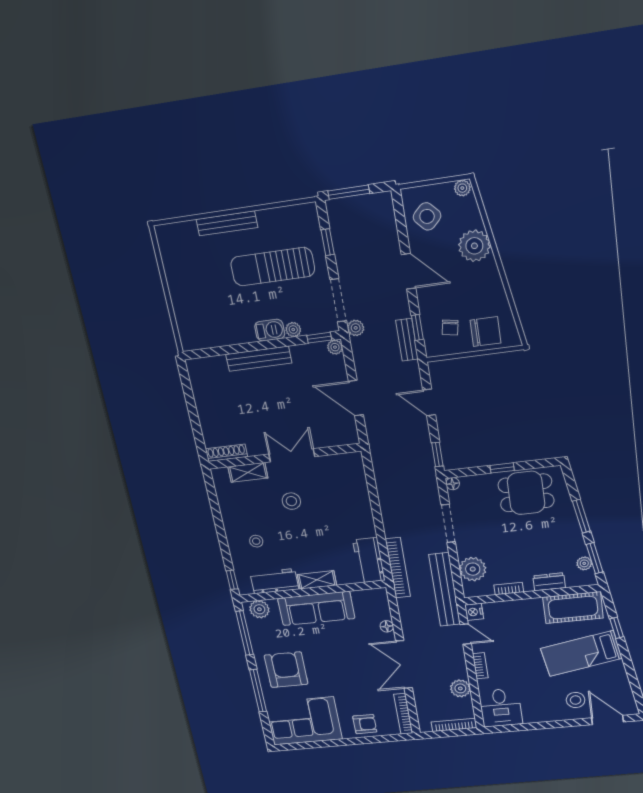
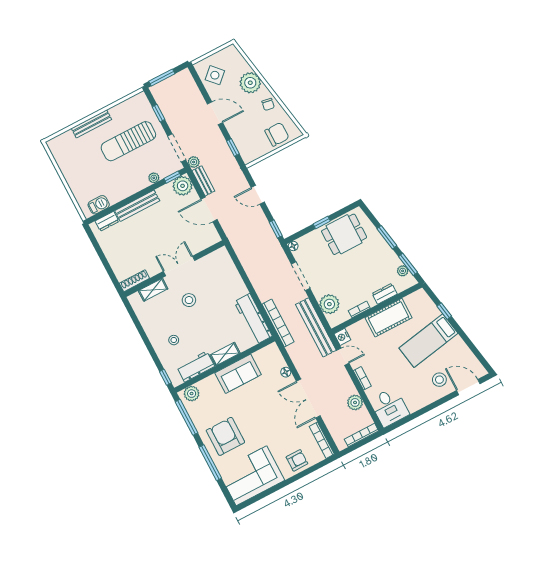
plant: (462, 188) -> (230, 51), removed
chair: (450, 328) -> (268, 104), moved
barbecue: (270, 330) -> (99, 205), moved
bench: (407, 340) -> (203, 181), moved
plant: (335, 347) -> (183, 186), width x1.88, depth x1.88
dresser: (211, 364) -> (107, 221), added
workbench: (369, 560) -> (253, 319), width x1.38
sofa: (316, 608) -> (238, 374), width x0.73
cot: (573, 608) -> (388, 318), moved

